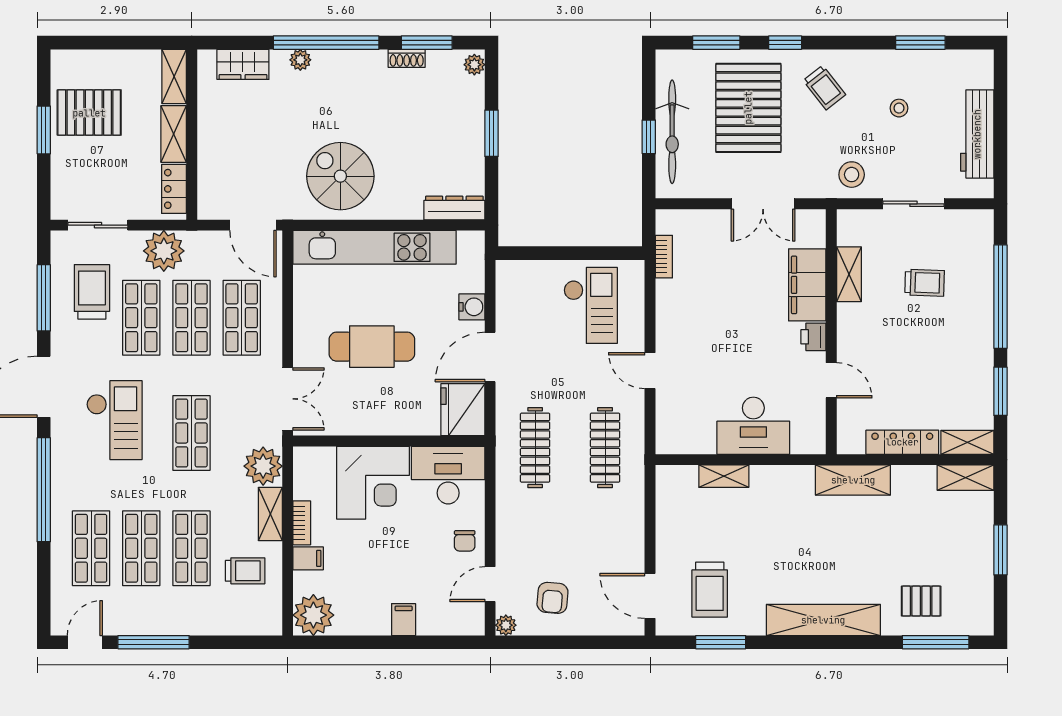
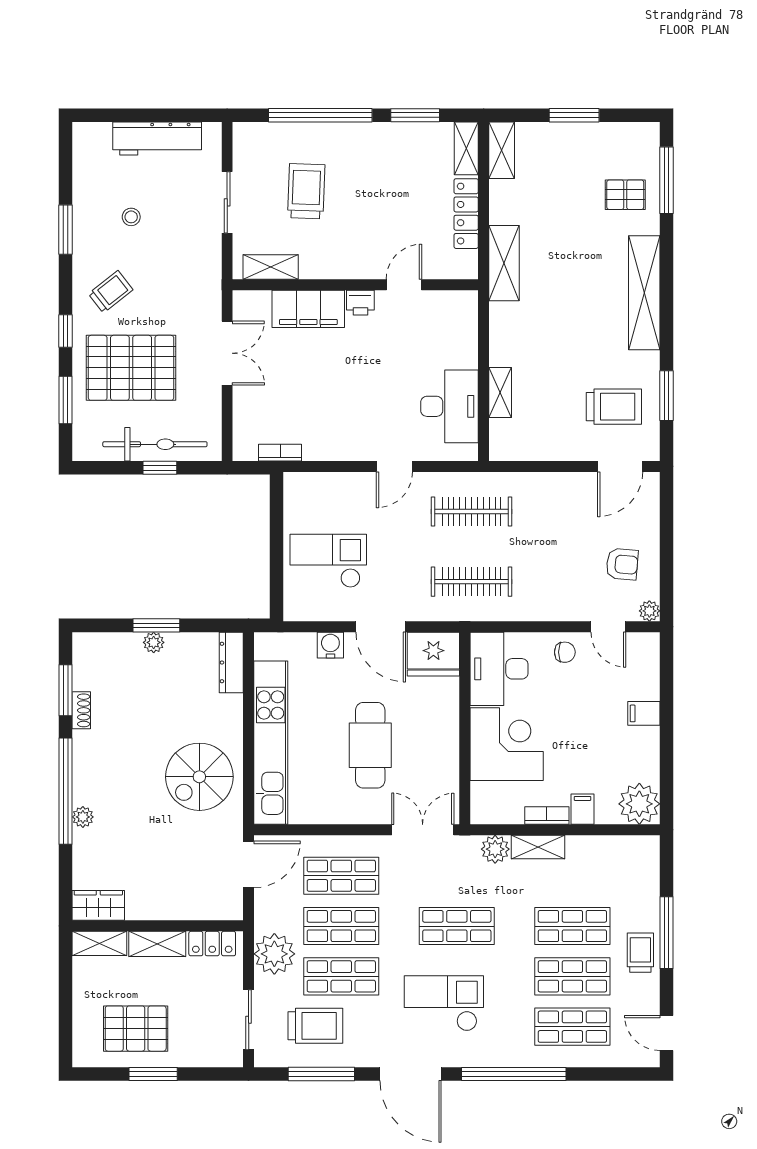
window: (920, 43) -> (66, 230), moved
wardrobe: (243, 64) -> (98, 905), moved, turned -90
plant: (474, 65) -> (154, 642), moved
pallet: (89, 113) -> (136, 1029), turned 90
stool: (852, 175) -> (198, 264), removed
shelving: (849, 274) -> (271, 267), moved
trolley: (925, 283) -> (306, 191), width x1.36, depth x1.39
trolley: (92, 292) -> (315, 1026), turned 180
checkout: (591, 305) -> (328, 561), moved
desk: (753, 426) -> (450, 406), moved
plant: (263, 466) -> (495, 849), width x0.73, depth x0.73
trolley: (245, 571) -> (640, 953), moved
pallet: (921, 601) -> (625, 195), turned 90
window: (154, 642) -> (666, 933), moved

